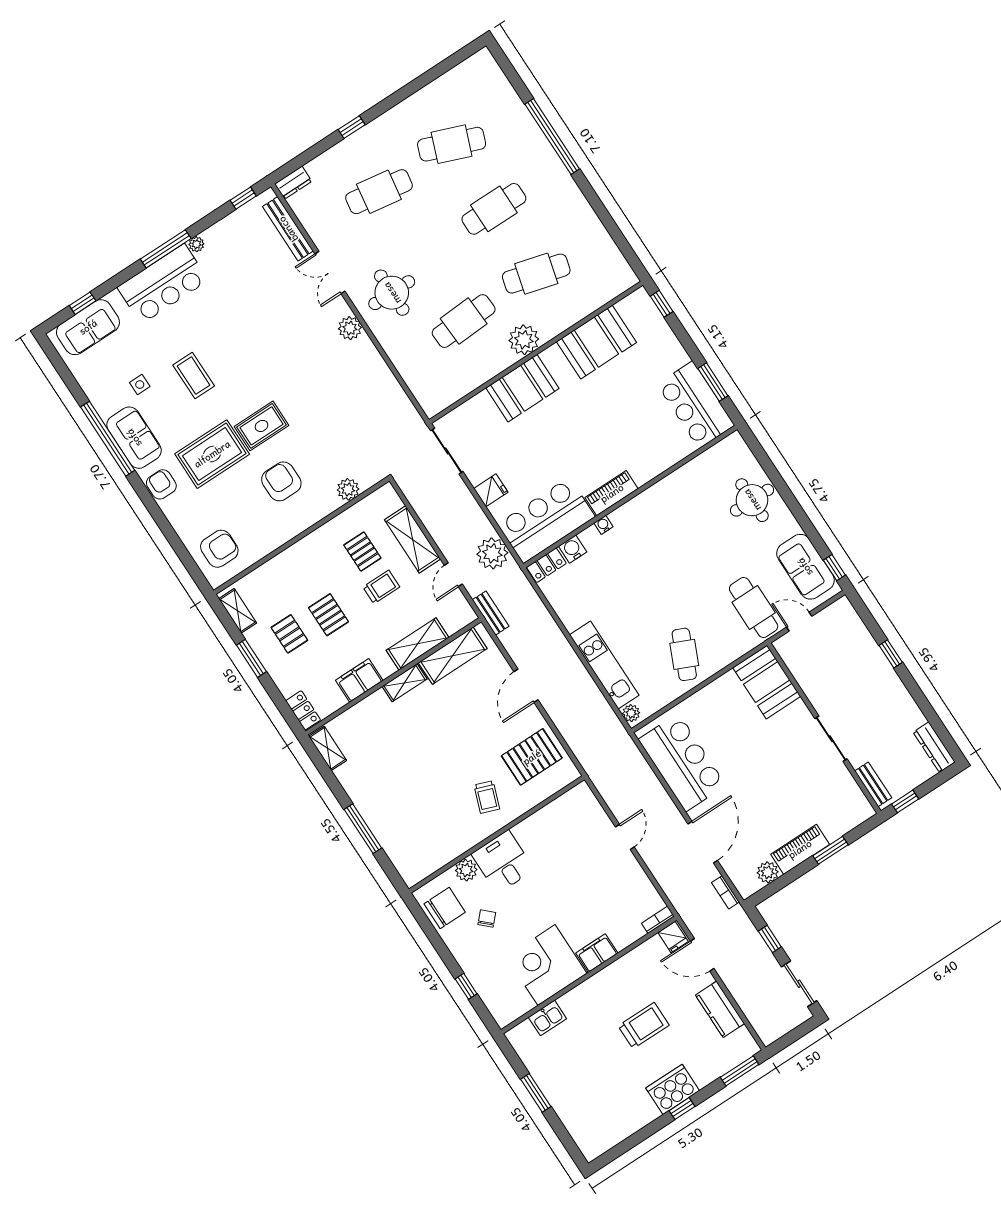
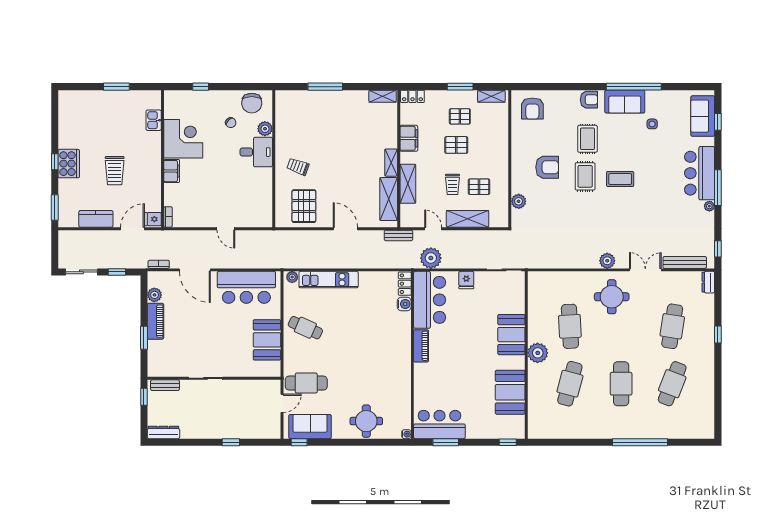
coffee table: (194, 376) -> (620, 179), moved
rug: (212, 454) -> (587, 139), width x0.73, depth x0.70
water cooler: (603, 525) -> (406, 434), moved
booth: (767, 682) -> (267, 340), moved, turned 90

